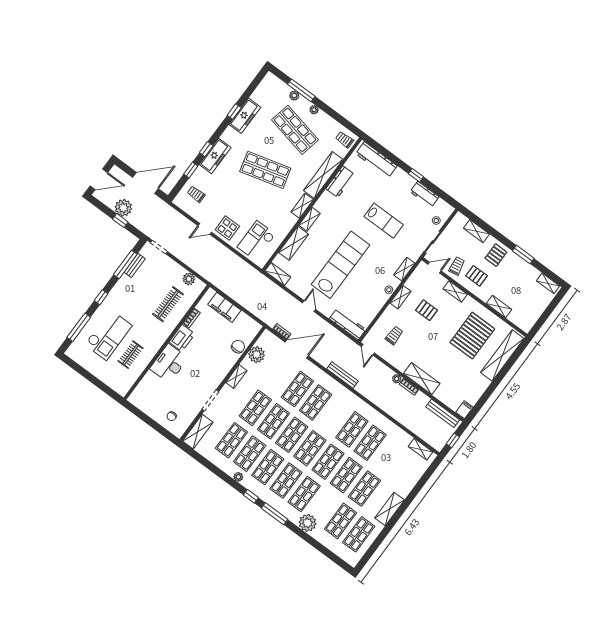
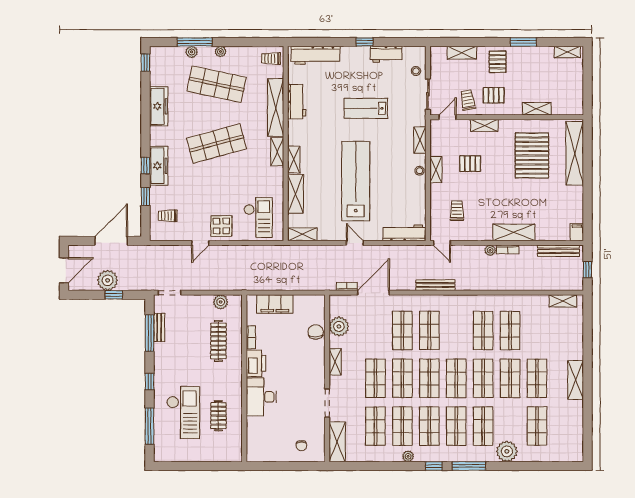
window: (234, 112) -> (145, 63), moved
lab bench: (384, 221) -> (366, 108), turned 180
checkout: (256, 241) -> (258, 217), turned 180
shop shelf: (359, 534) -> (564, 426), removed

